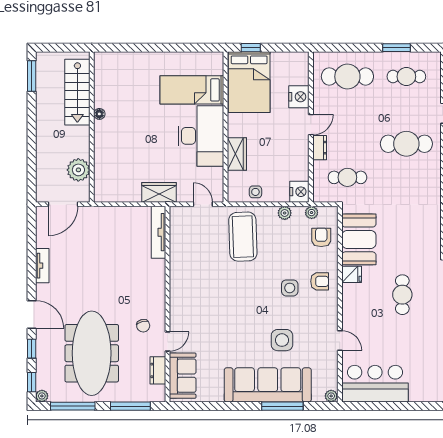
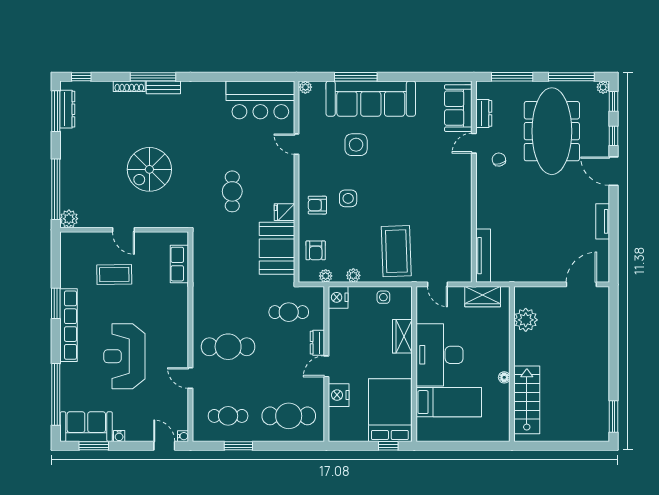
stairs: (77, 92) -> (527, 400), moved
floor lamp: (99, 114) -> (504, 377), moved
wall: (92, 127) -> (512, 364), moved
plant: (78, 170) -> (526, 320), moved

